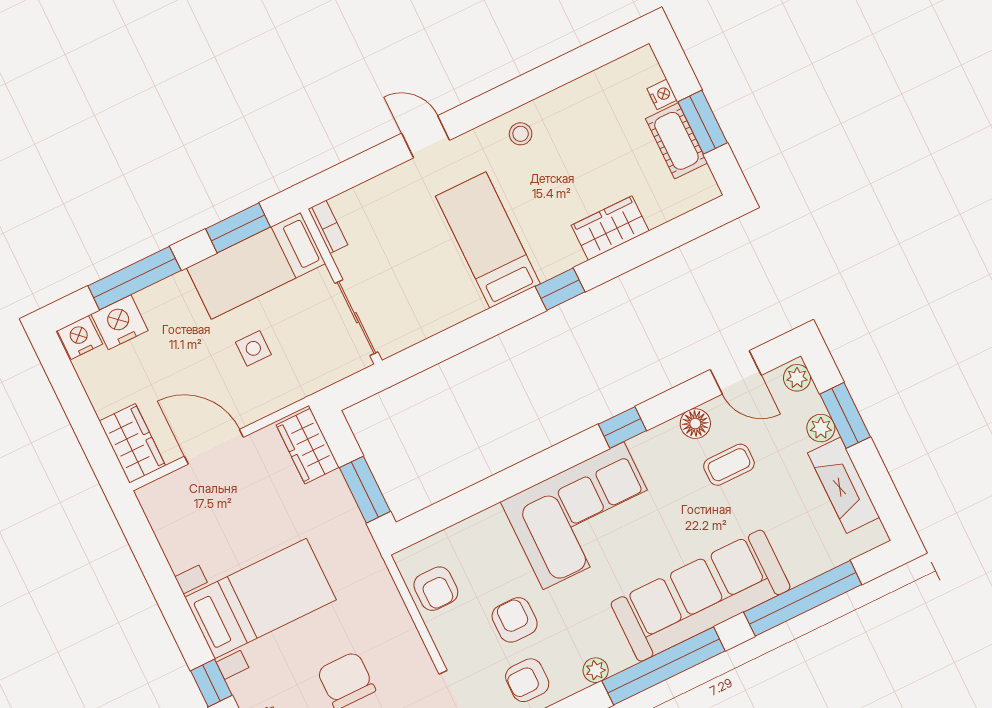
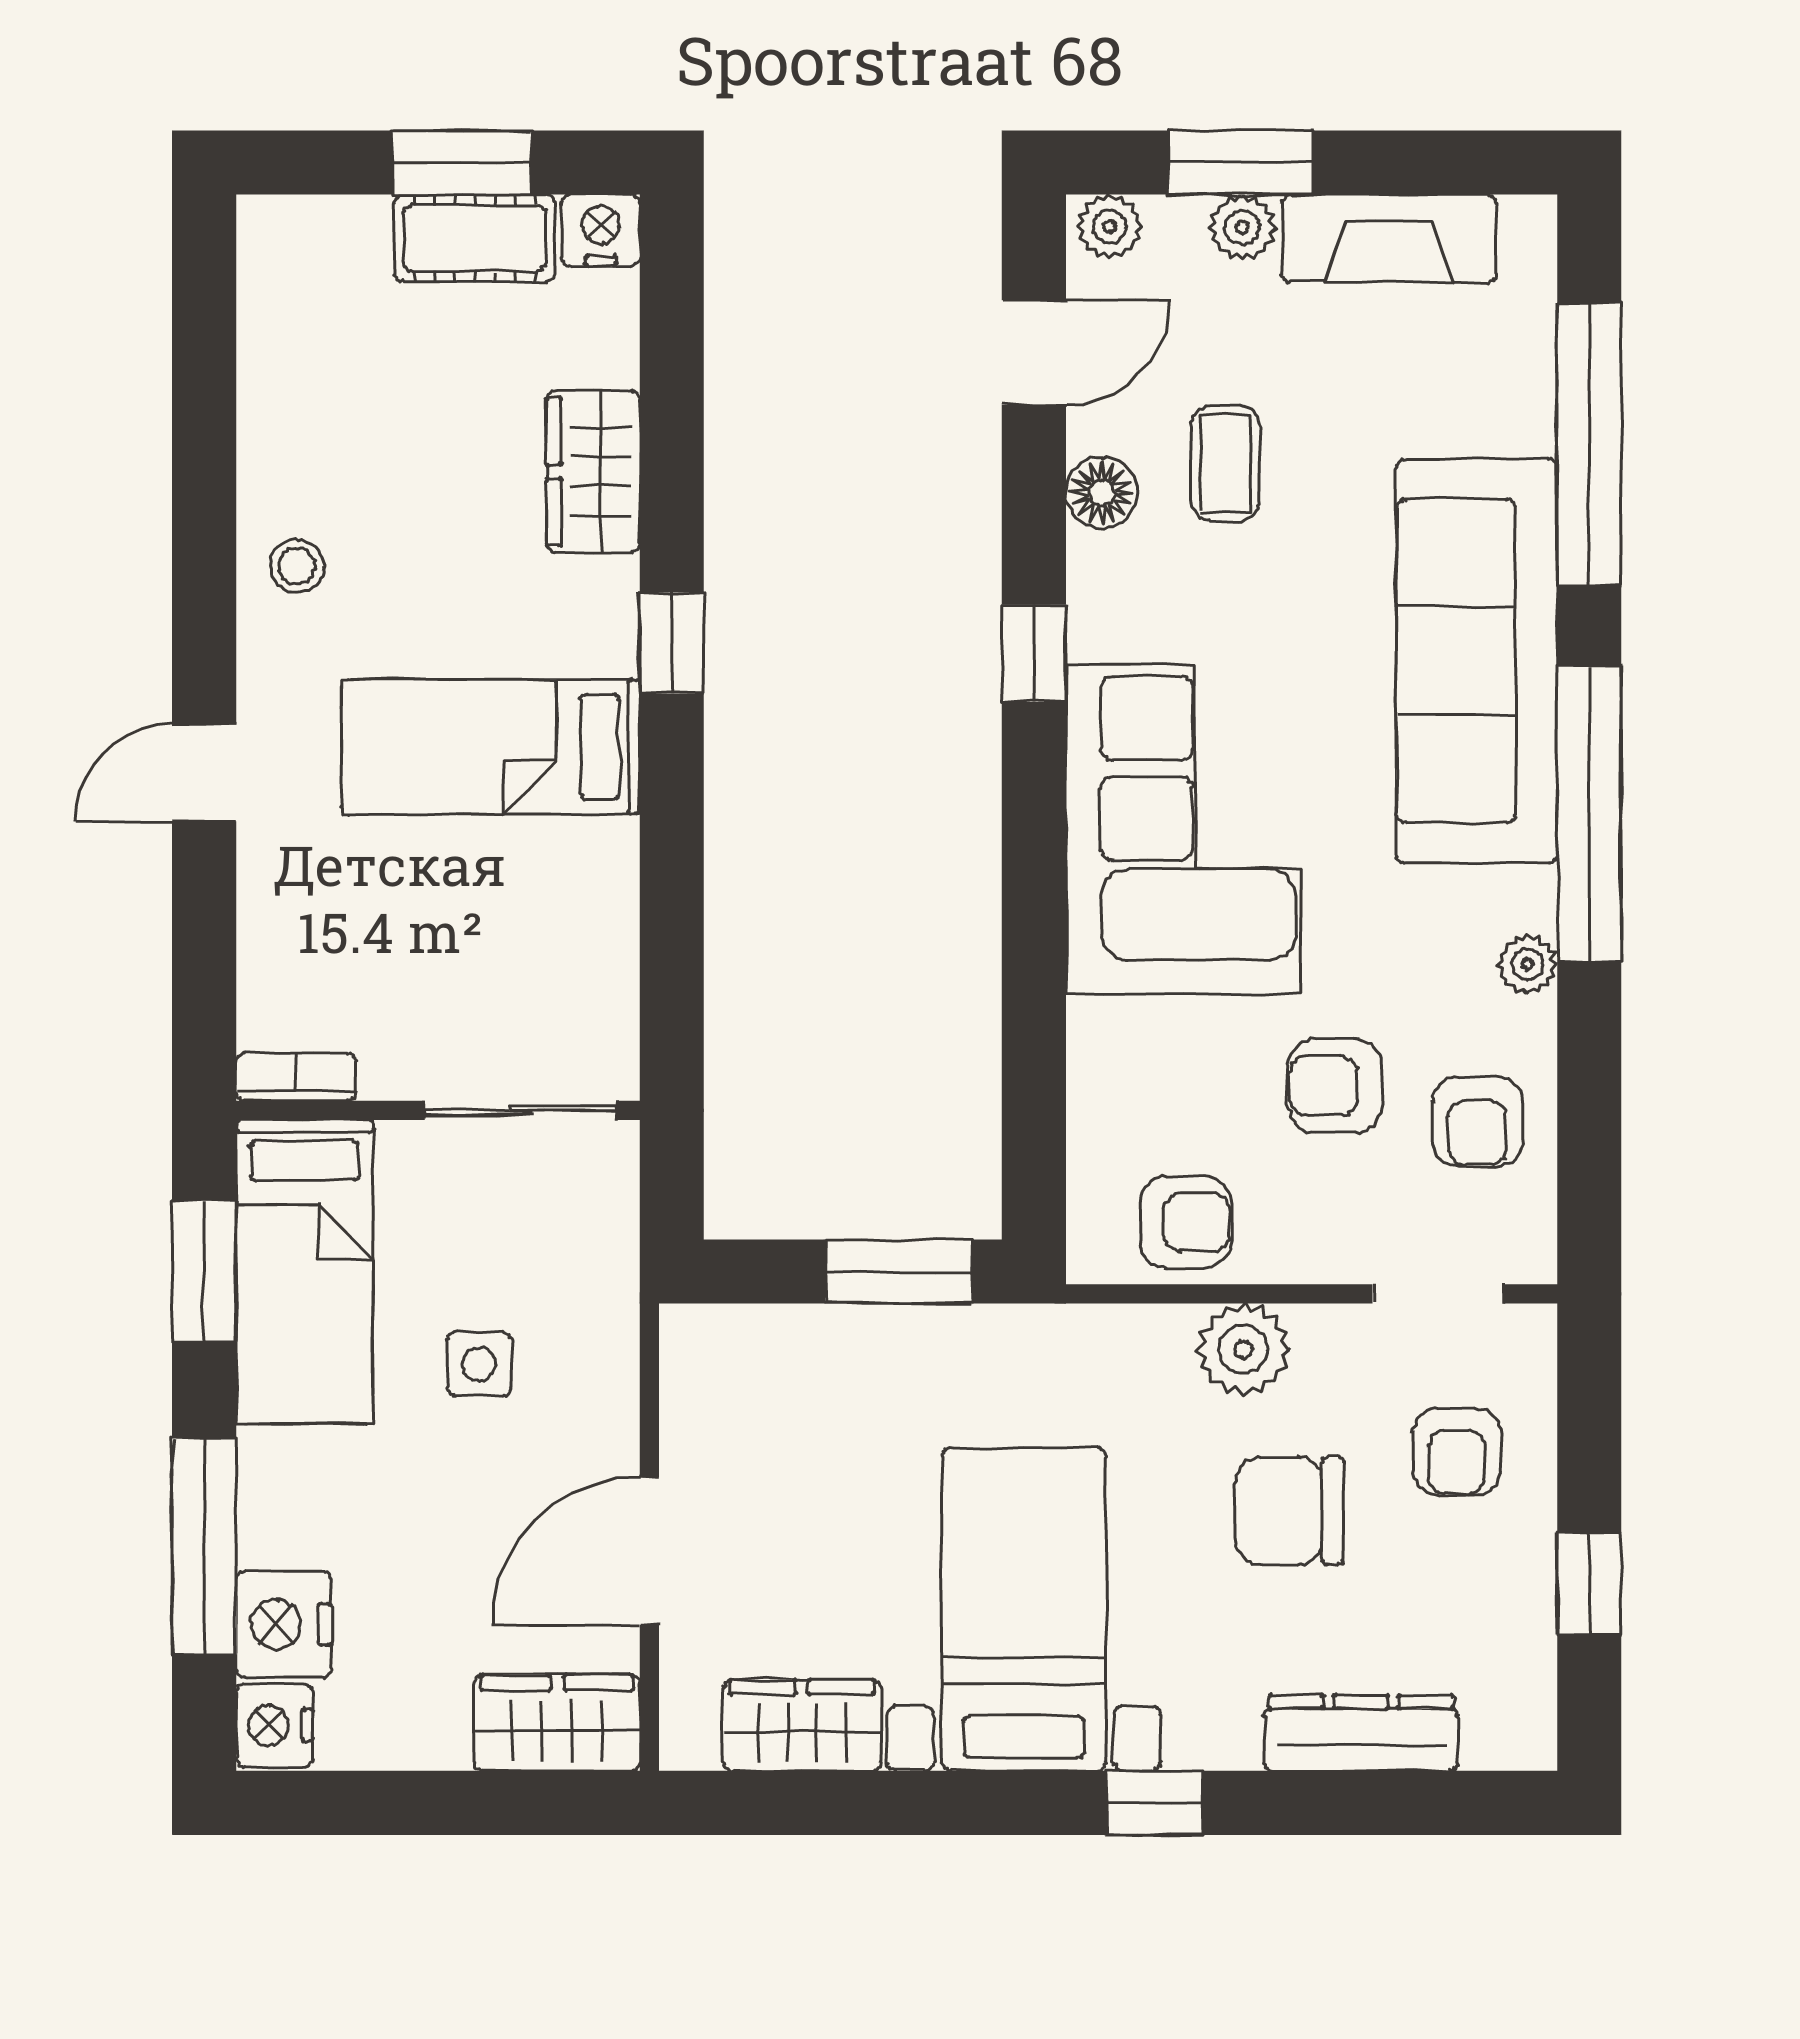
nightstand: (662, 94) -> (601, 230), moved, width x1.39, depth x1.35
wardrobe: (308, 446) -> (802, 1725), moved, turned 180
plant: (399, 634) -> (1243, 1349), added

